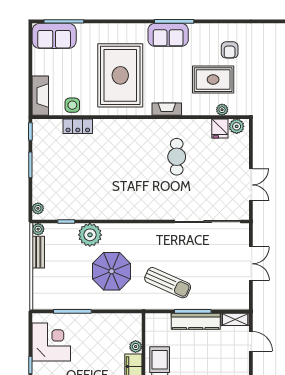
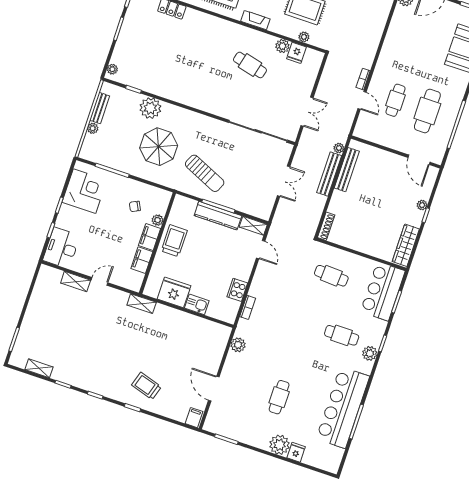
plant: (237, 126) -> (282, 46), moved
cafe table: (177, 157) -> (250, 65), turned -76
plant: (38, 229) -> (93, 128), moved
chair: (108, 340) -> (135, 206), added

